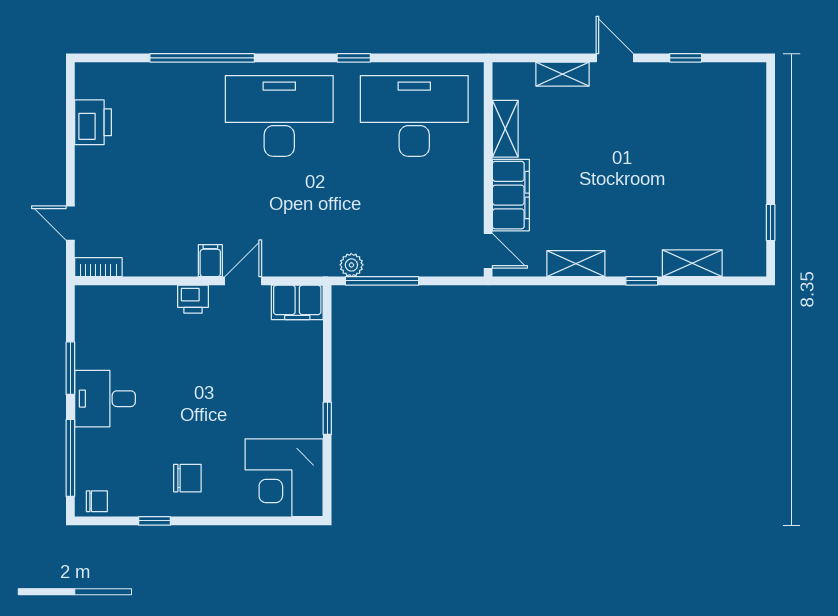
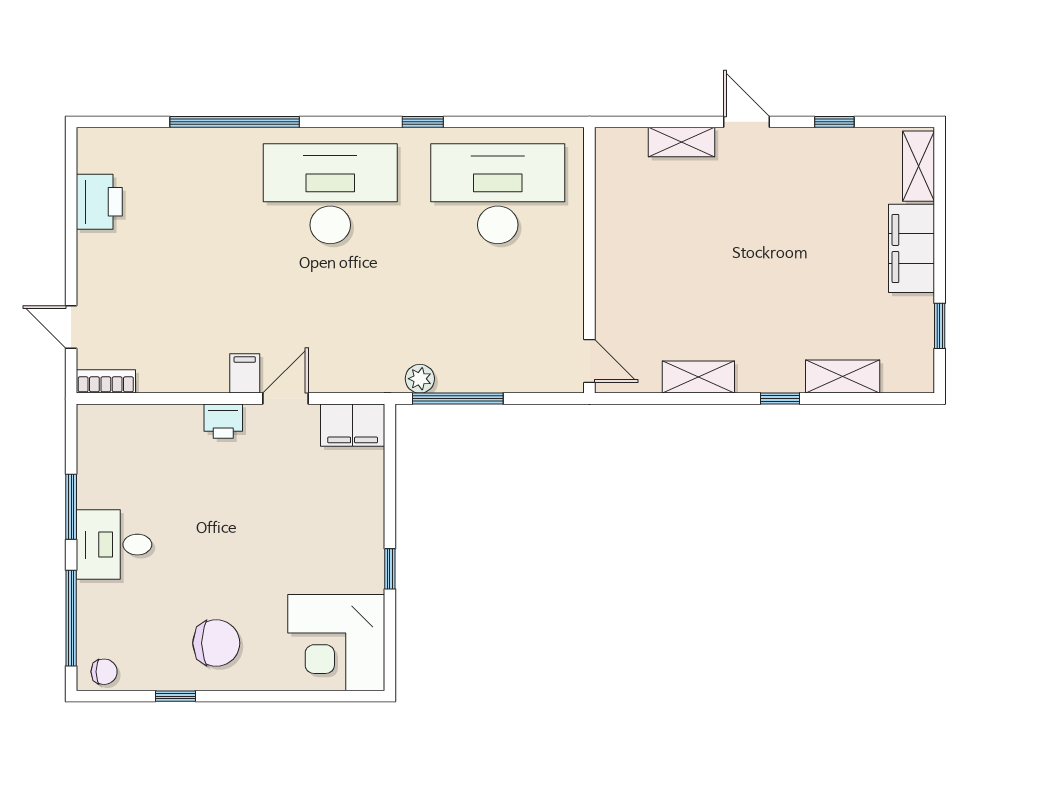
shelving: (505, 129) -> (919, 166), moved
filing cabinet: (511, 195) -> (912, 248), moved, turned 180
chair: (187, 478) -> (216, 643), width x1.37, depth x1.37

